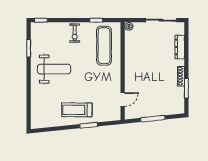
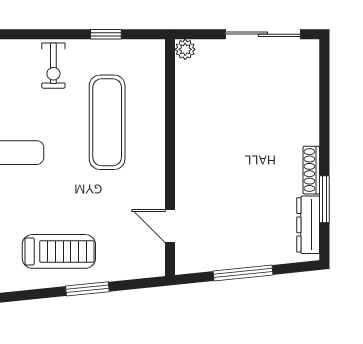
exercise mat: (104, 46) -> (107, 122), moved
dresser: (180, 47) -> (308, 225), moved
door: (123, 99) -> (170, 226), swing flipped
treadmill: (77, 110) -> (59, 251), turned 180

